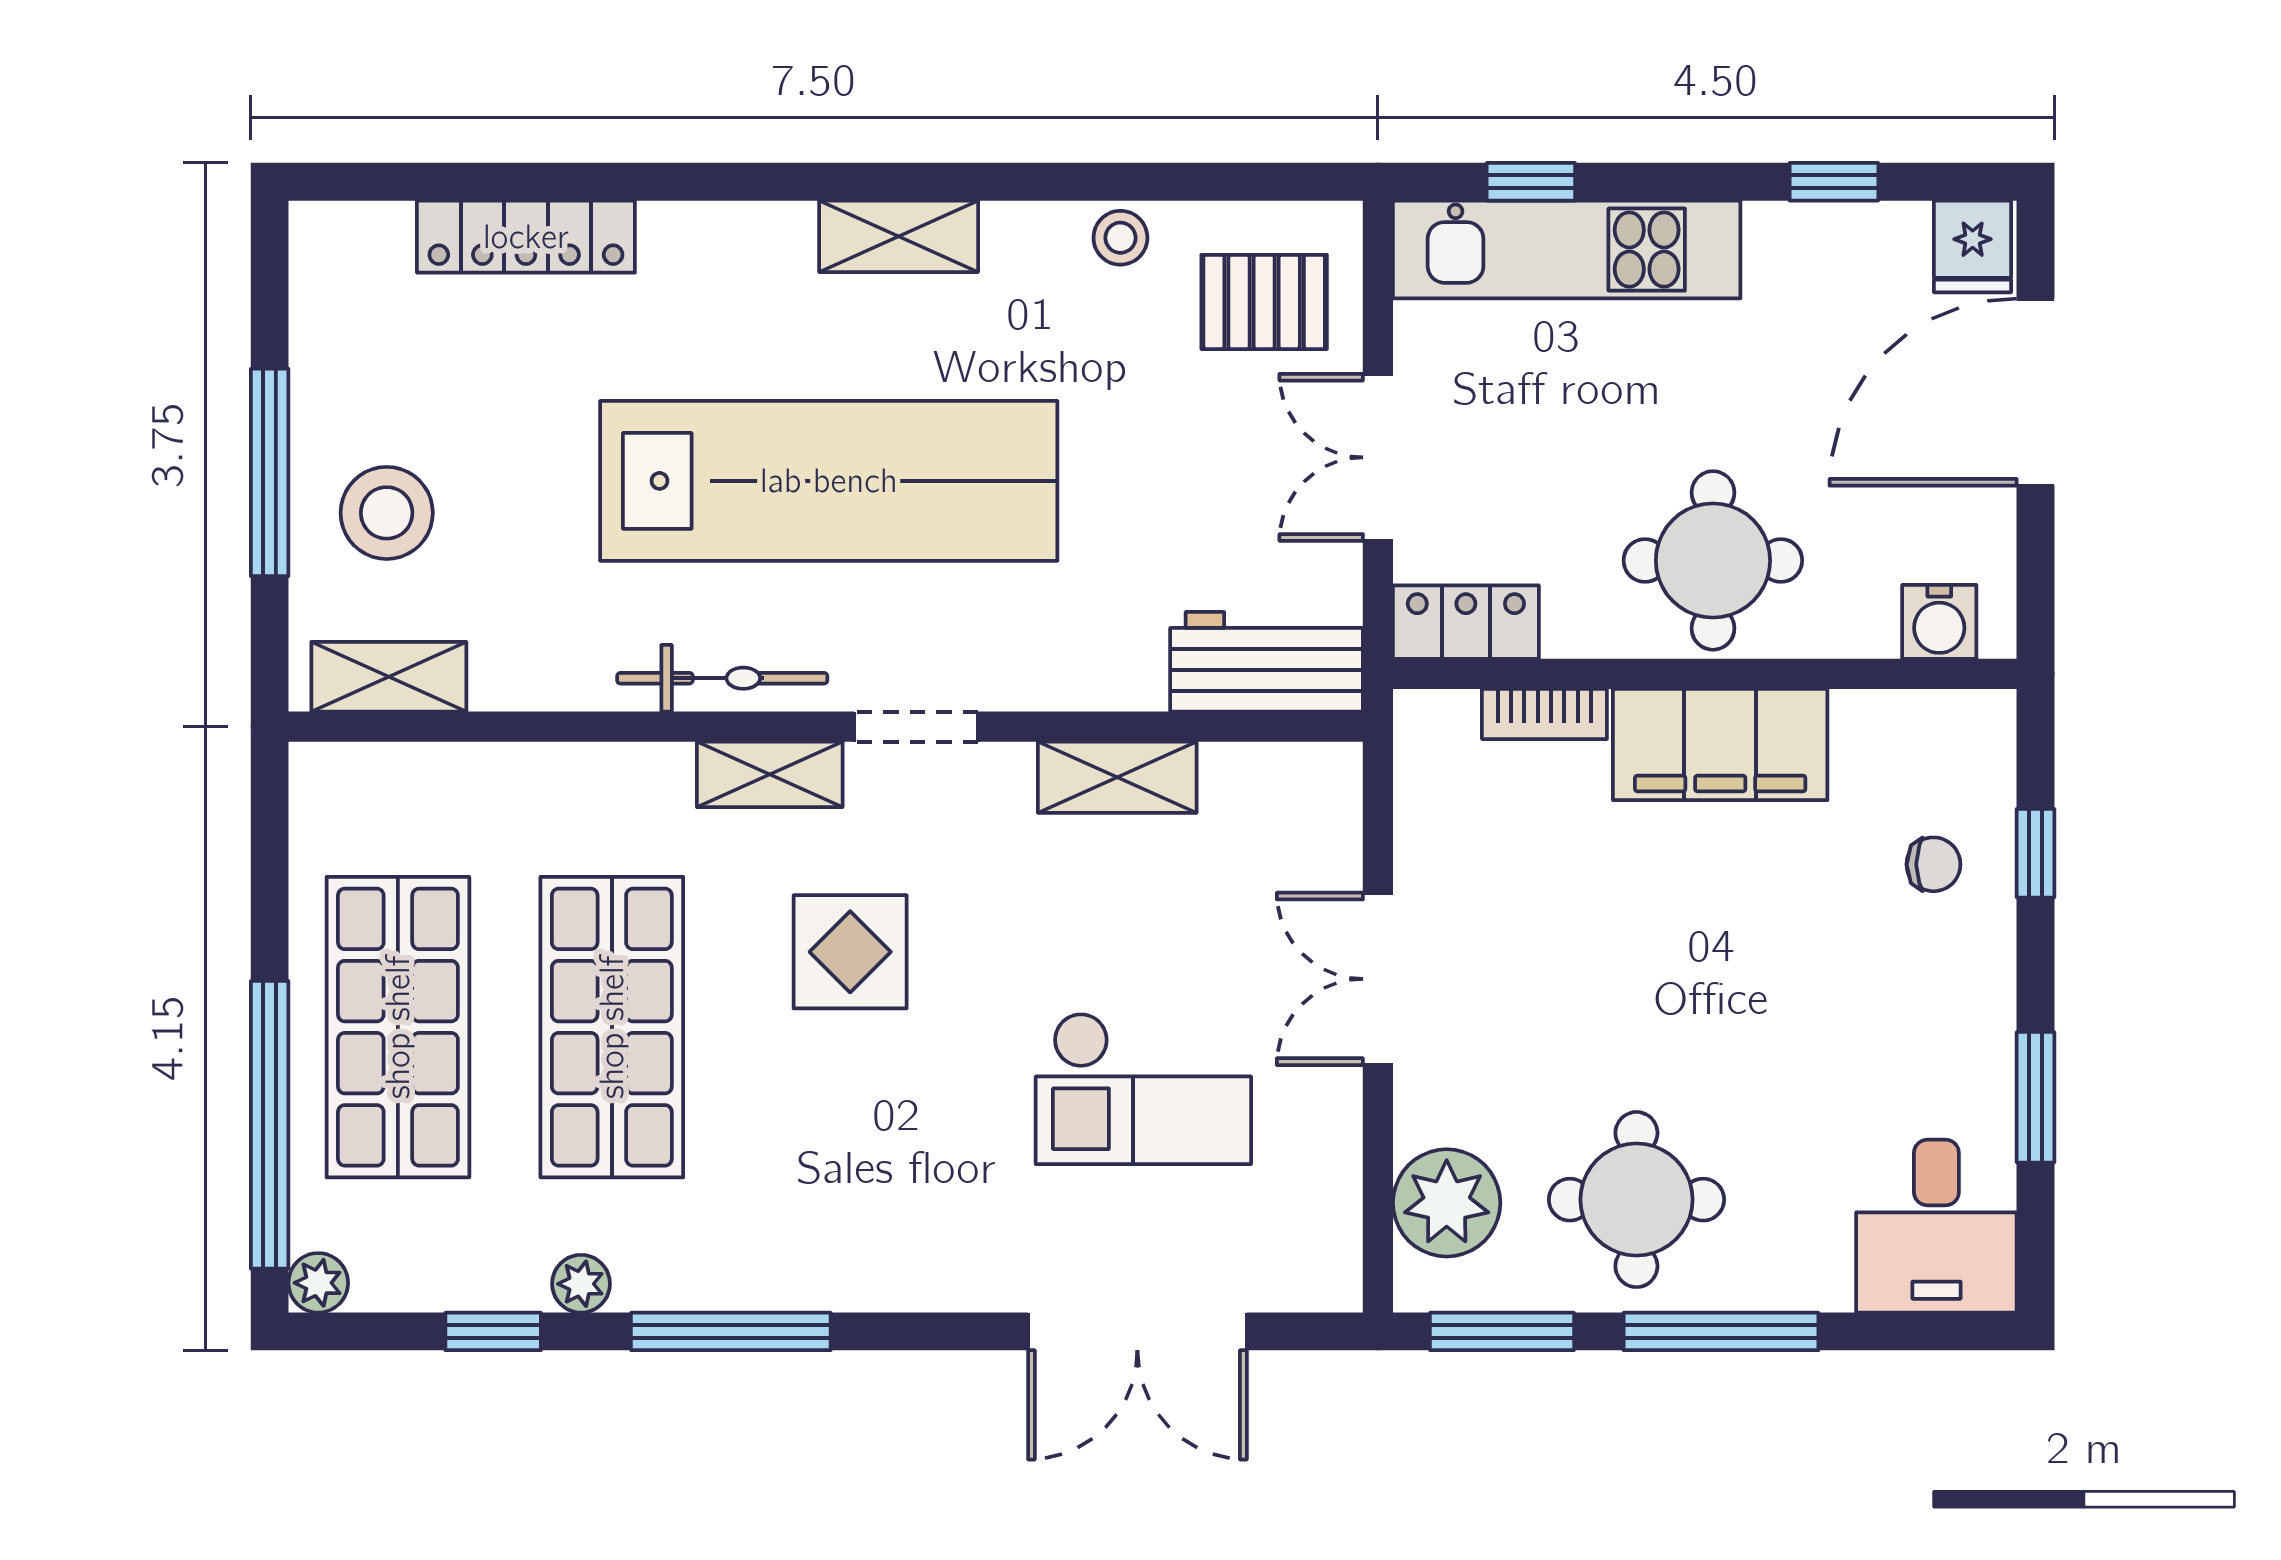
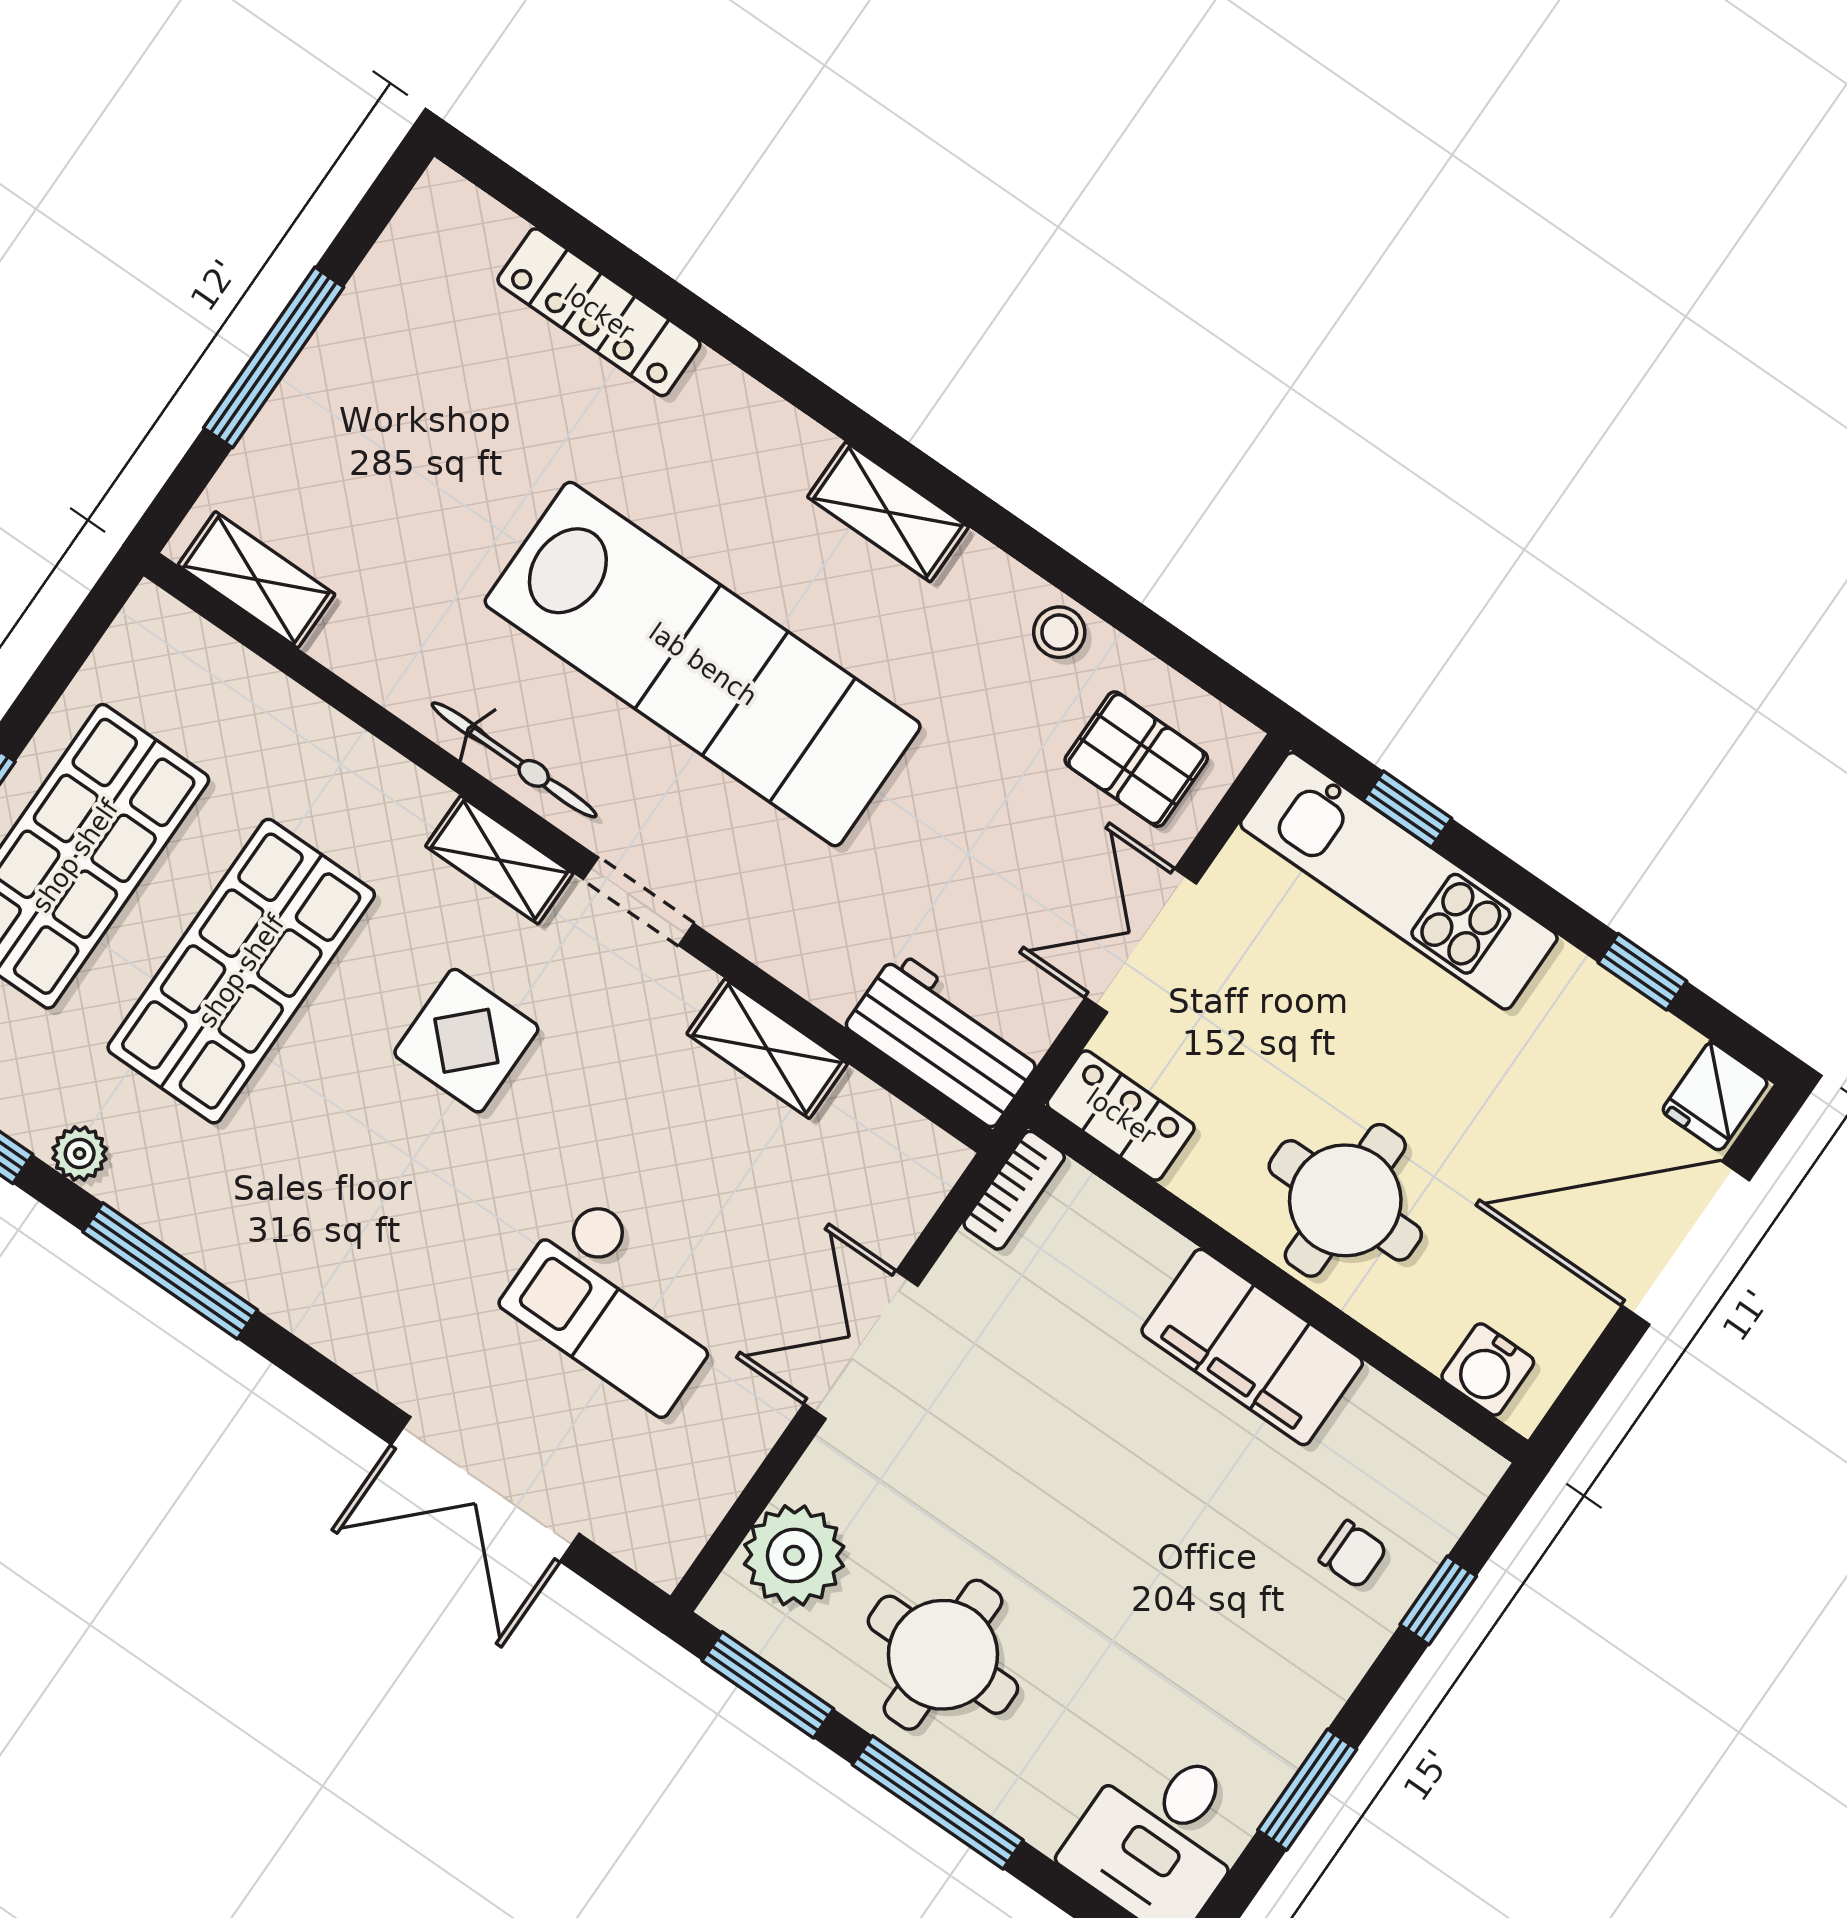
stool: (387, 513) -> (343, 452), removed
bookcase: (1544, 714) -> (1014, 1190), moved, turned -90

